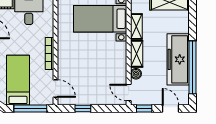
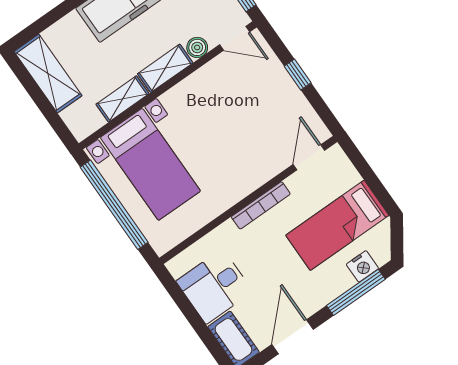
door: (129, 92) -> (235, 38), hinge flipped
window: (30, 109) -> (368, 175), removed
window: (83, 109) -> (298, 74), moved

